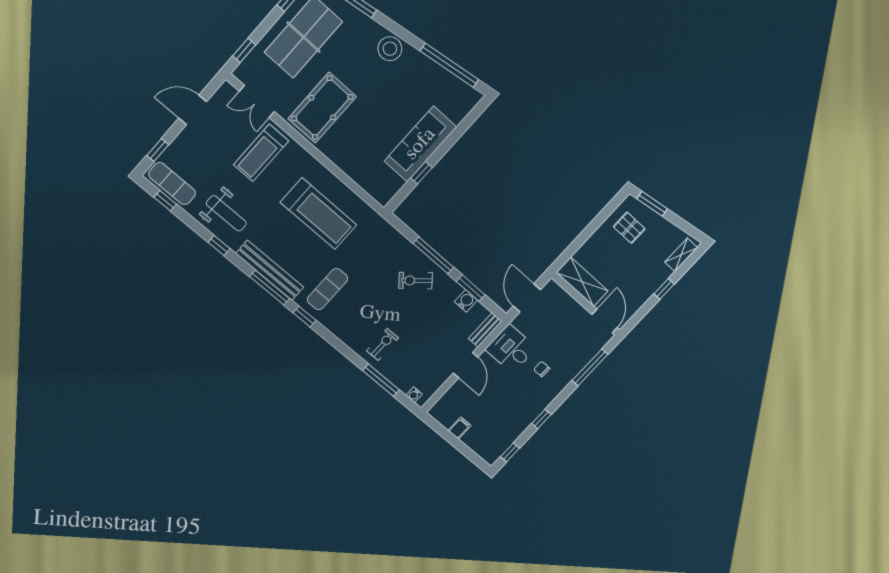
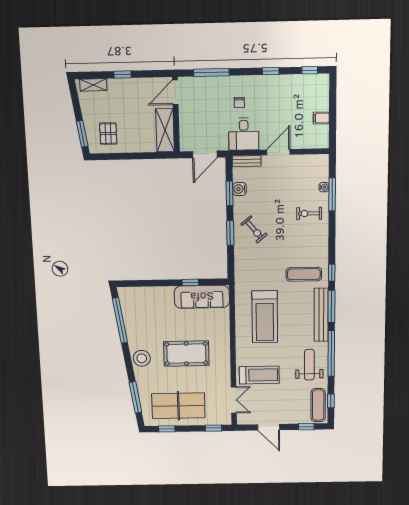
pool table: (322, 108) -> (186, 354), moved
sofa: (420, 144) -> (202, 297), moved
treadmill: (319, 214) -> (265, 317), turned 180
window: (219, 245) -> (331, 353), width x3.17
window: (433, 255) -> (230, 233), width x0.69
water cooler: (414, 395) -> (324, 187), moved

